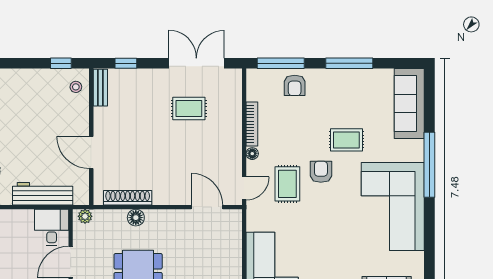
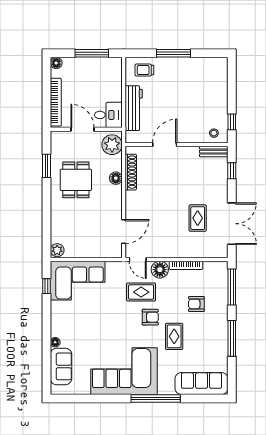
armchair: (295, 85) -> (196, 304), moved
floor lamp: (252, 154) -> (160, 270), width x1.89, depth x1.89
plant: (85, 216) -> (112, 145), width x1.88, depth x1.88

